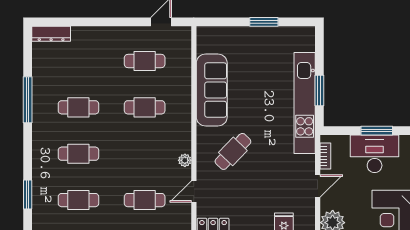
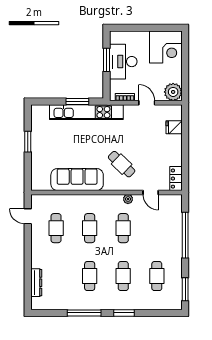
dresser: (51, 34) -> (36, 283), moved
window: (28, 195) -> (124, 313), moved
cafe table: (145, 200) -> (123, 228), moved

